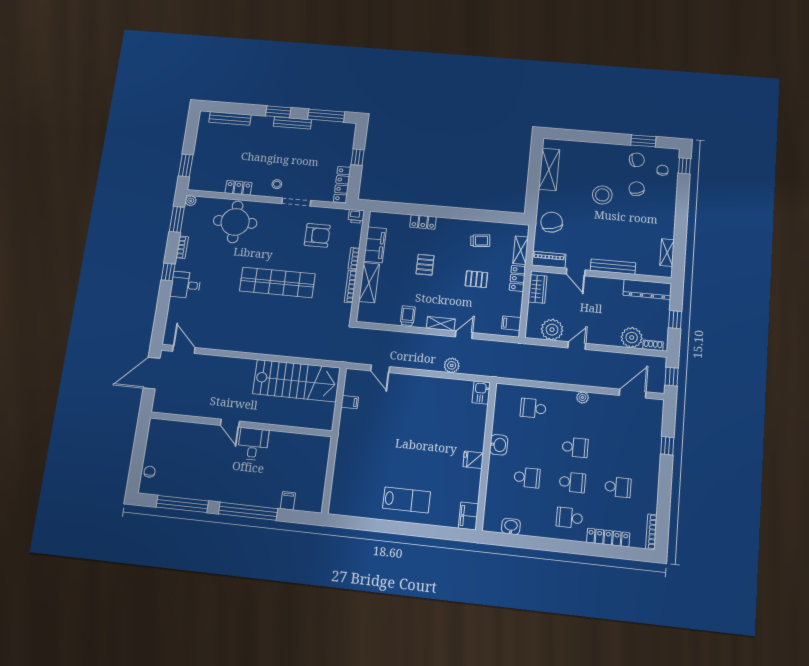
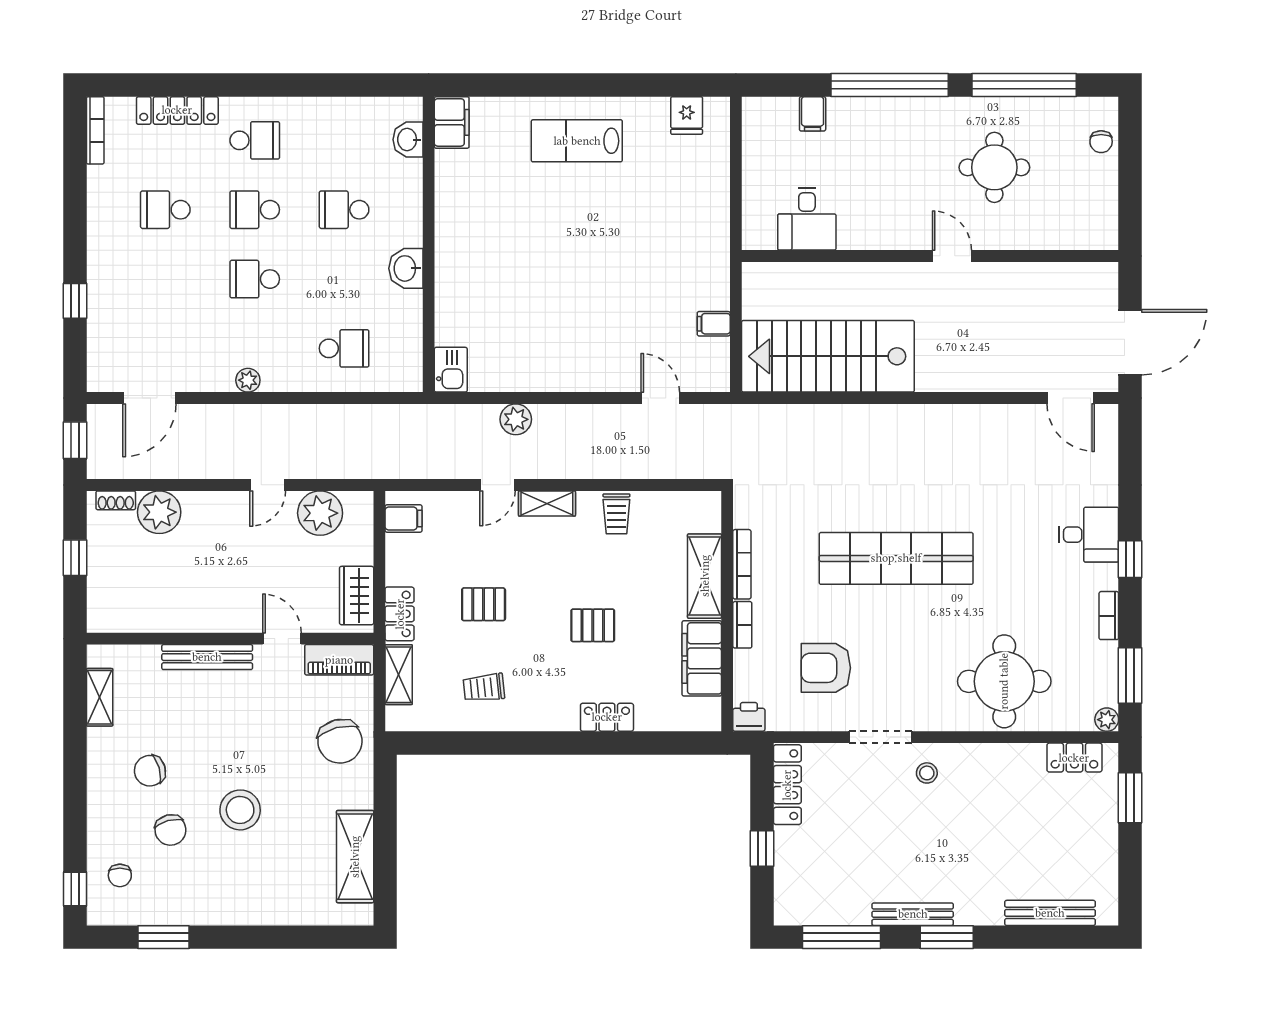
chair: (637, 160) -> (150, 771), moved
locker: (238, 188) -> (1074, 758), moved
pallet: (425, 265) -> (593, 625), turned 90
dresser: (647, 289) -> (134, 616), removed
desk: (253, 444) -> (807, 219), moved
fridge: (473, 460) -> (687, 115), moved, turned 90
round table: (203, 465) -> (994, 167), added
washbasin: (511, 526) -> (408, 140), moved, turned 90

